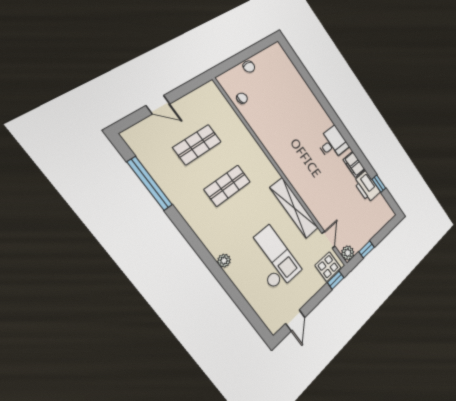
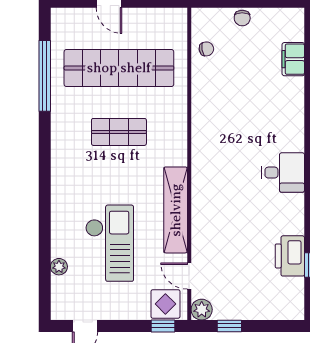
shop shelf: (197, 145) -> (119, 68), width x2.00, depth x1.36
filing cabinet: (354, 164) -> (293, 59), moved
door: (328, 240) -> (189, 276), swing flipped
plant: (224, 261) -> (59, 267), moved

